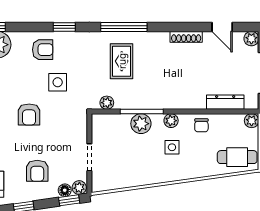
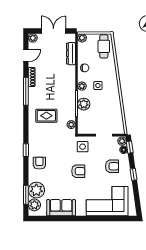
window: (124, 27) -> (26, 91), moved
side table: (58, 82) -> (83, 147), moved

